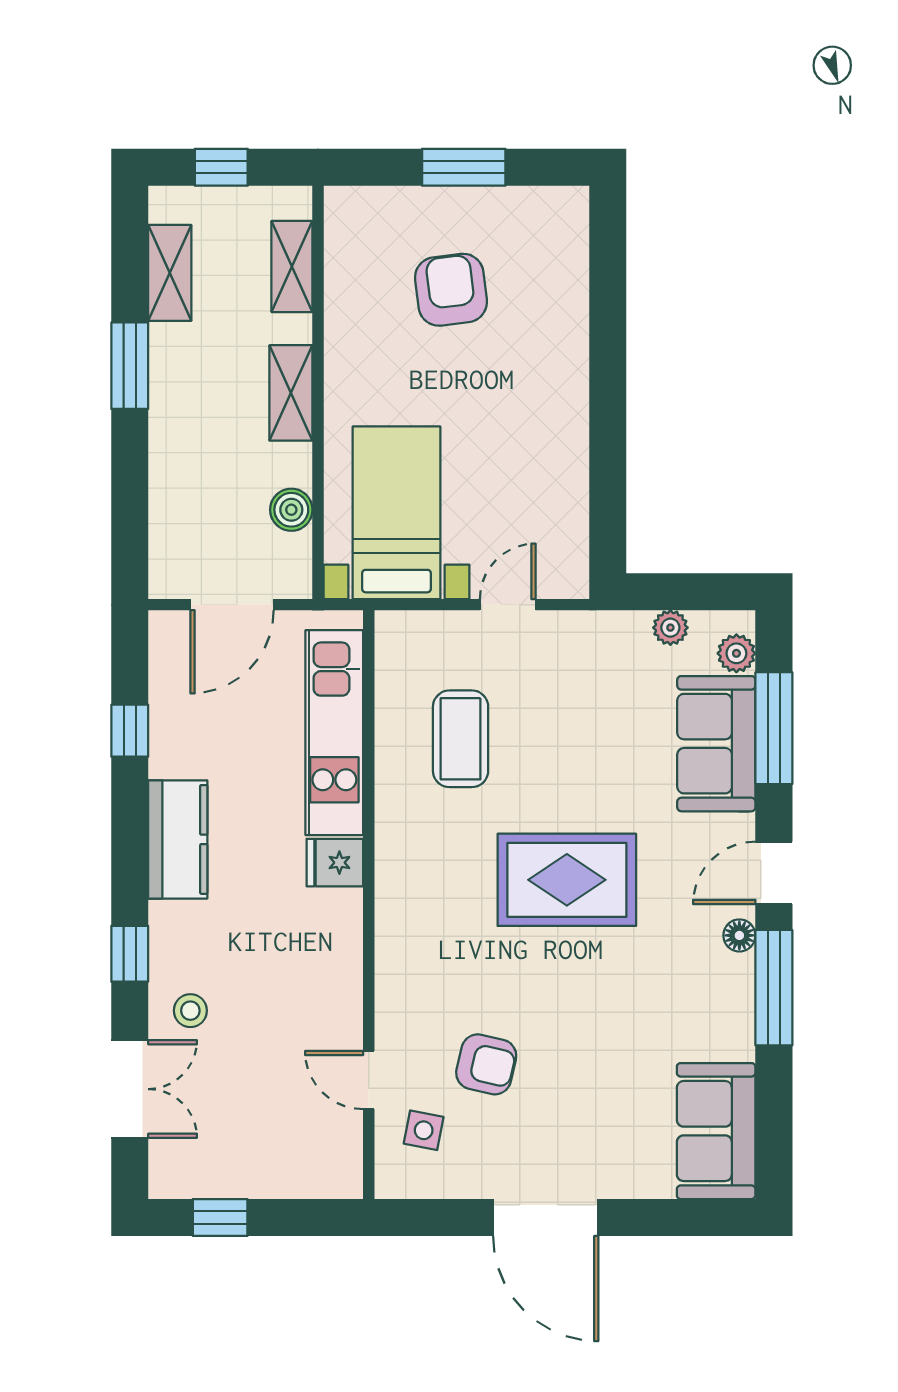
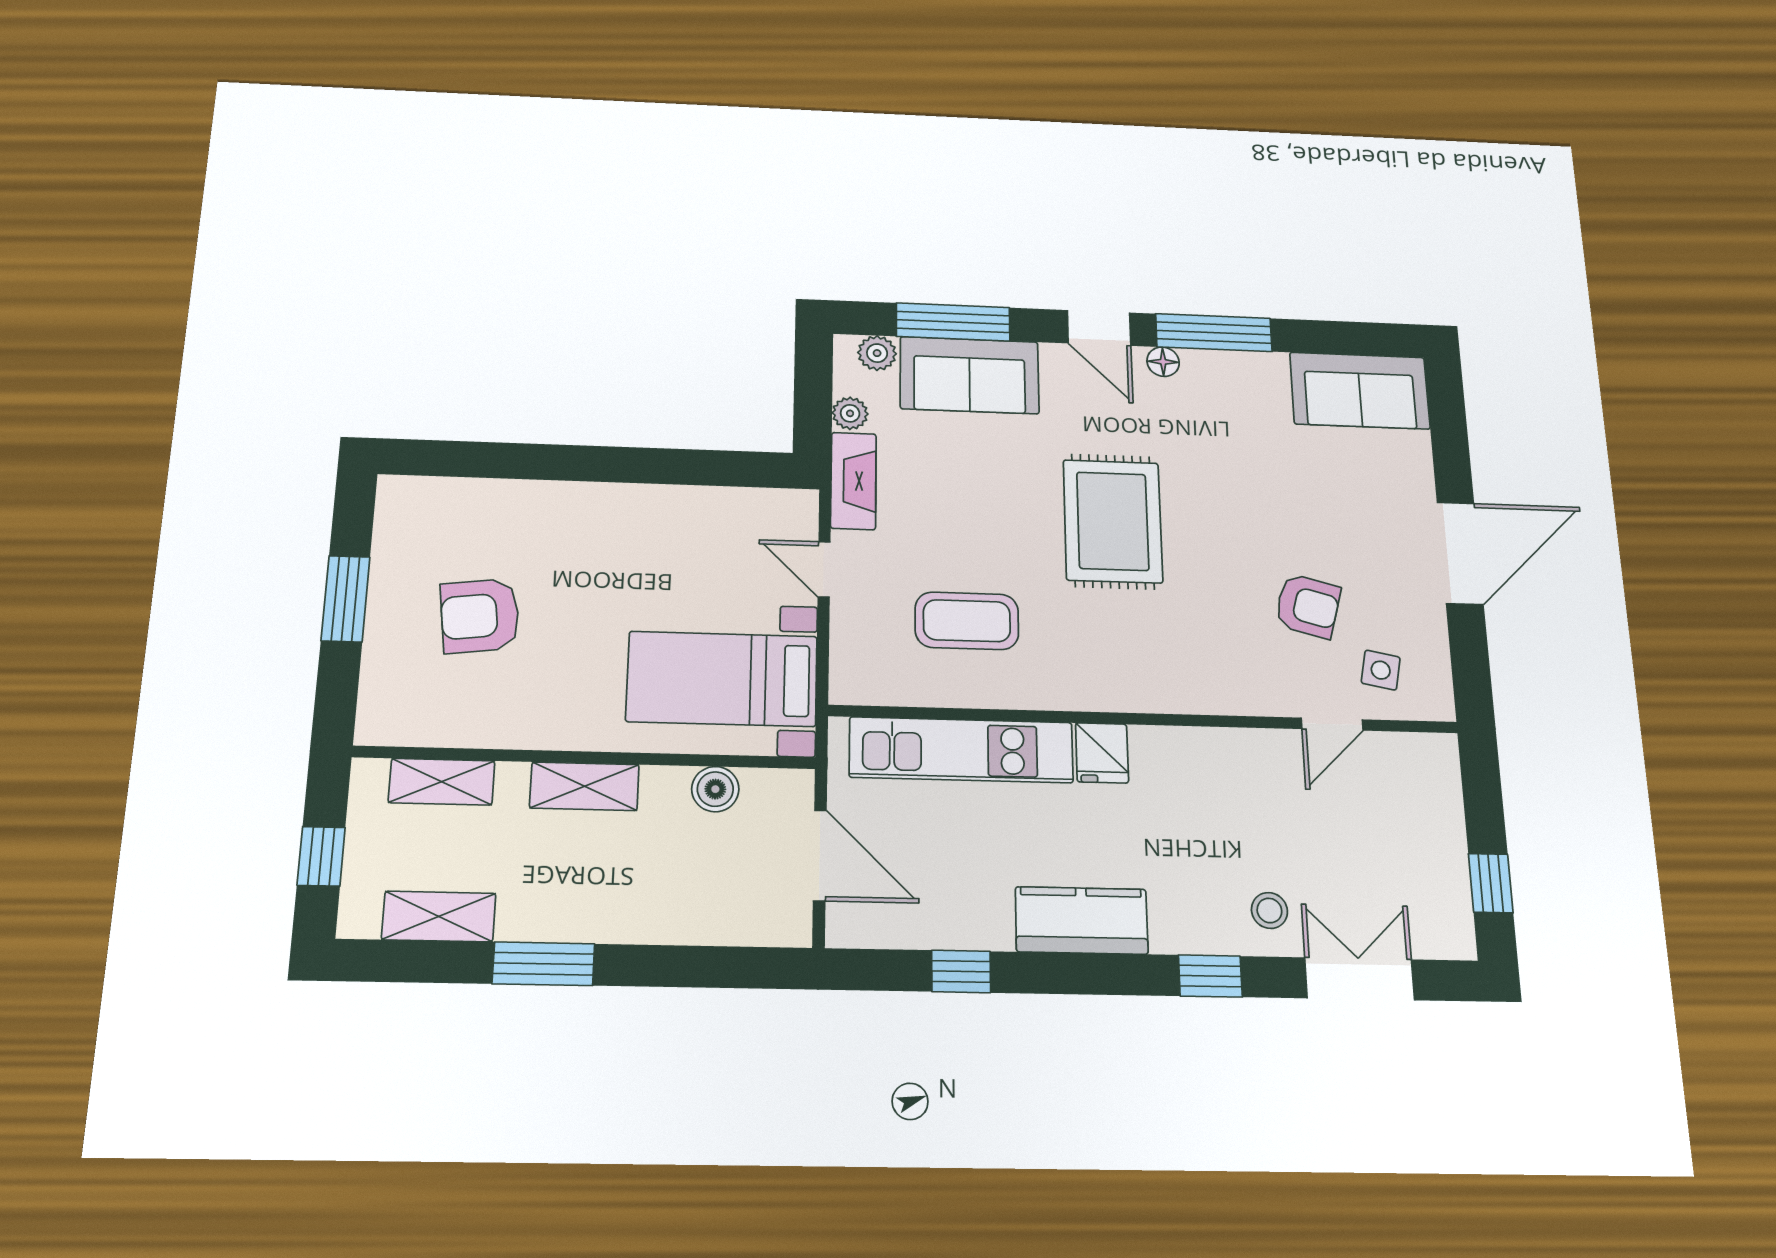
fireplace: (599, 632) -> (853, 481), added
armchair: (486, 1064) -> (1308, 606), turned 92

